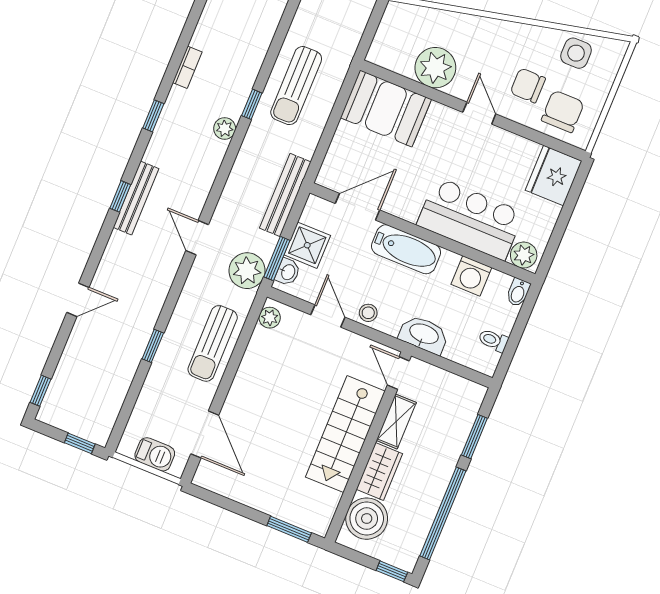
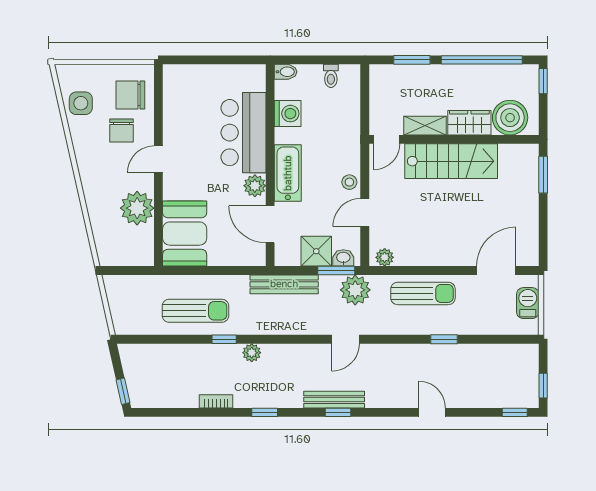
fridge: (554, 176) -> (183, 82), removed
plant: (524, 255) -> (255, 186), moved
washbasin: (424, 334) -> (349, 132), removed
window: (80, 443) -> (543, 386), moved

